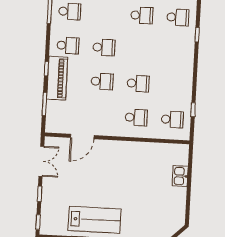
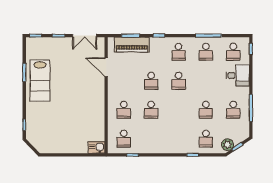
piano: (57, 78) -> (132, 45), moved
kitchen sink: (180, 176) -> (96, 147), moved

